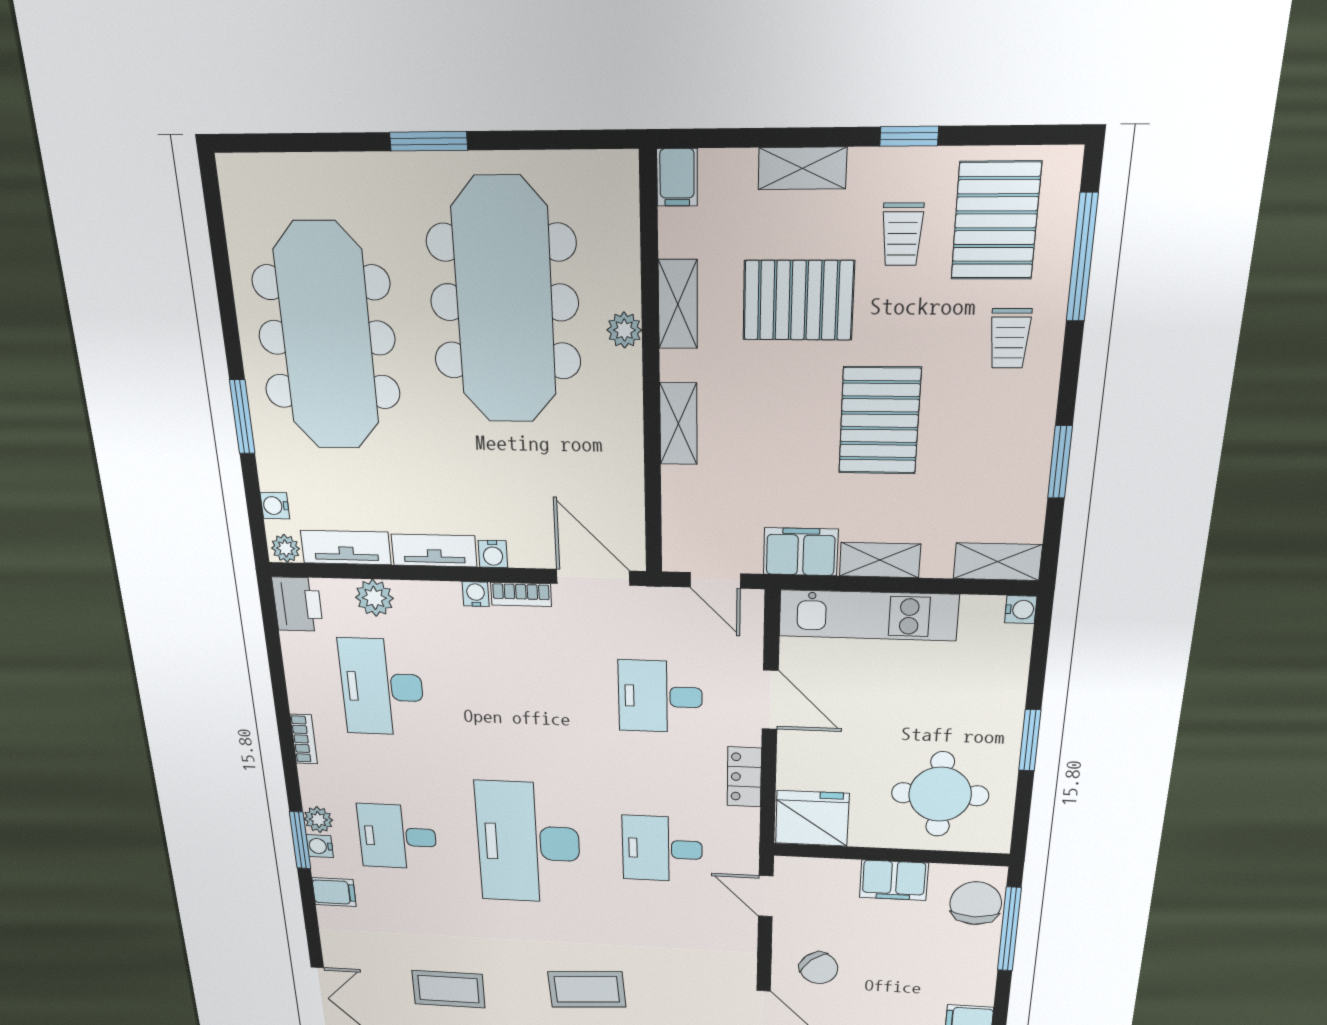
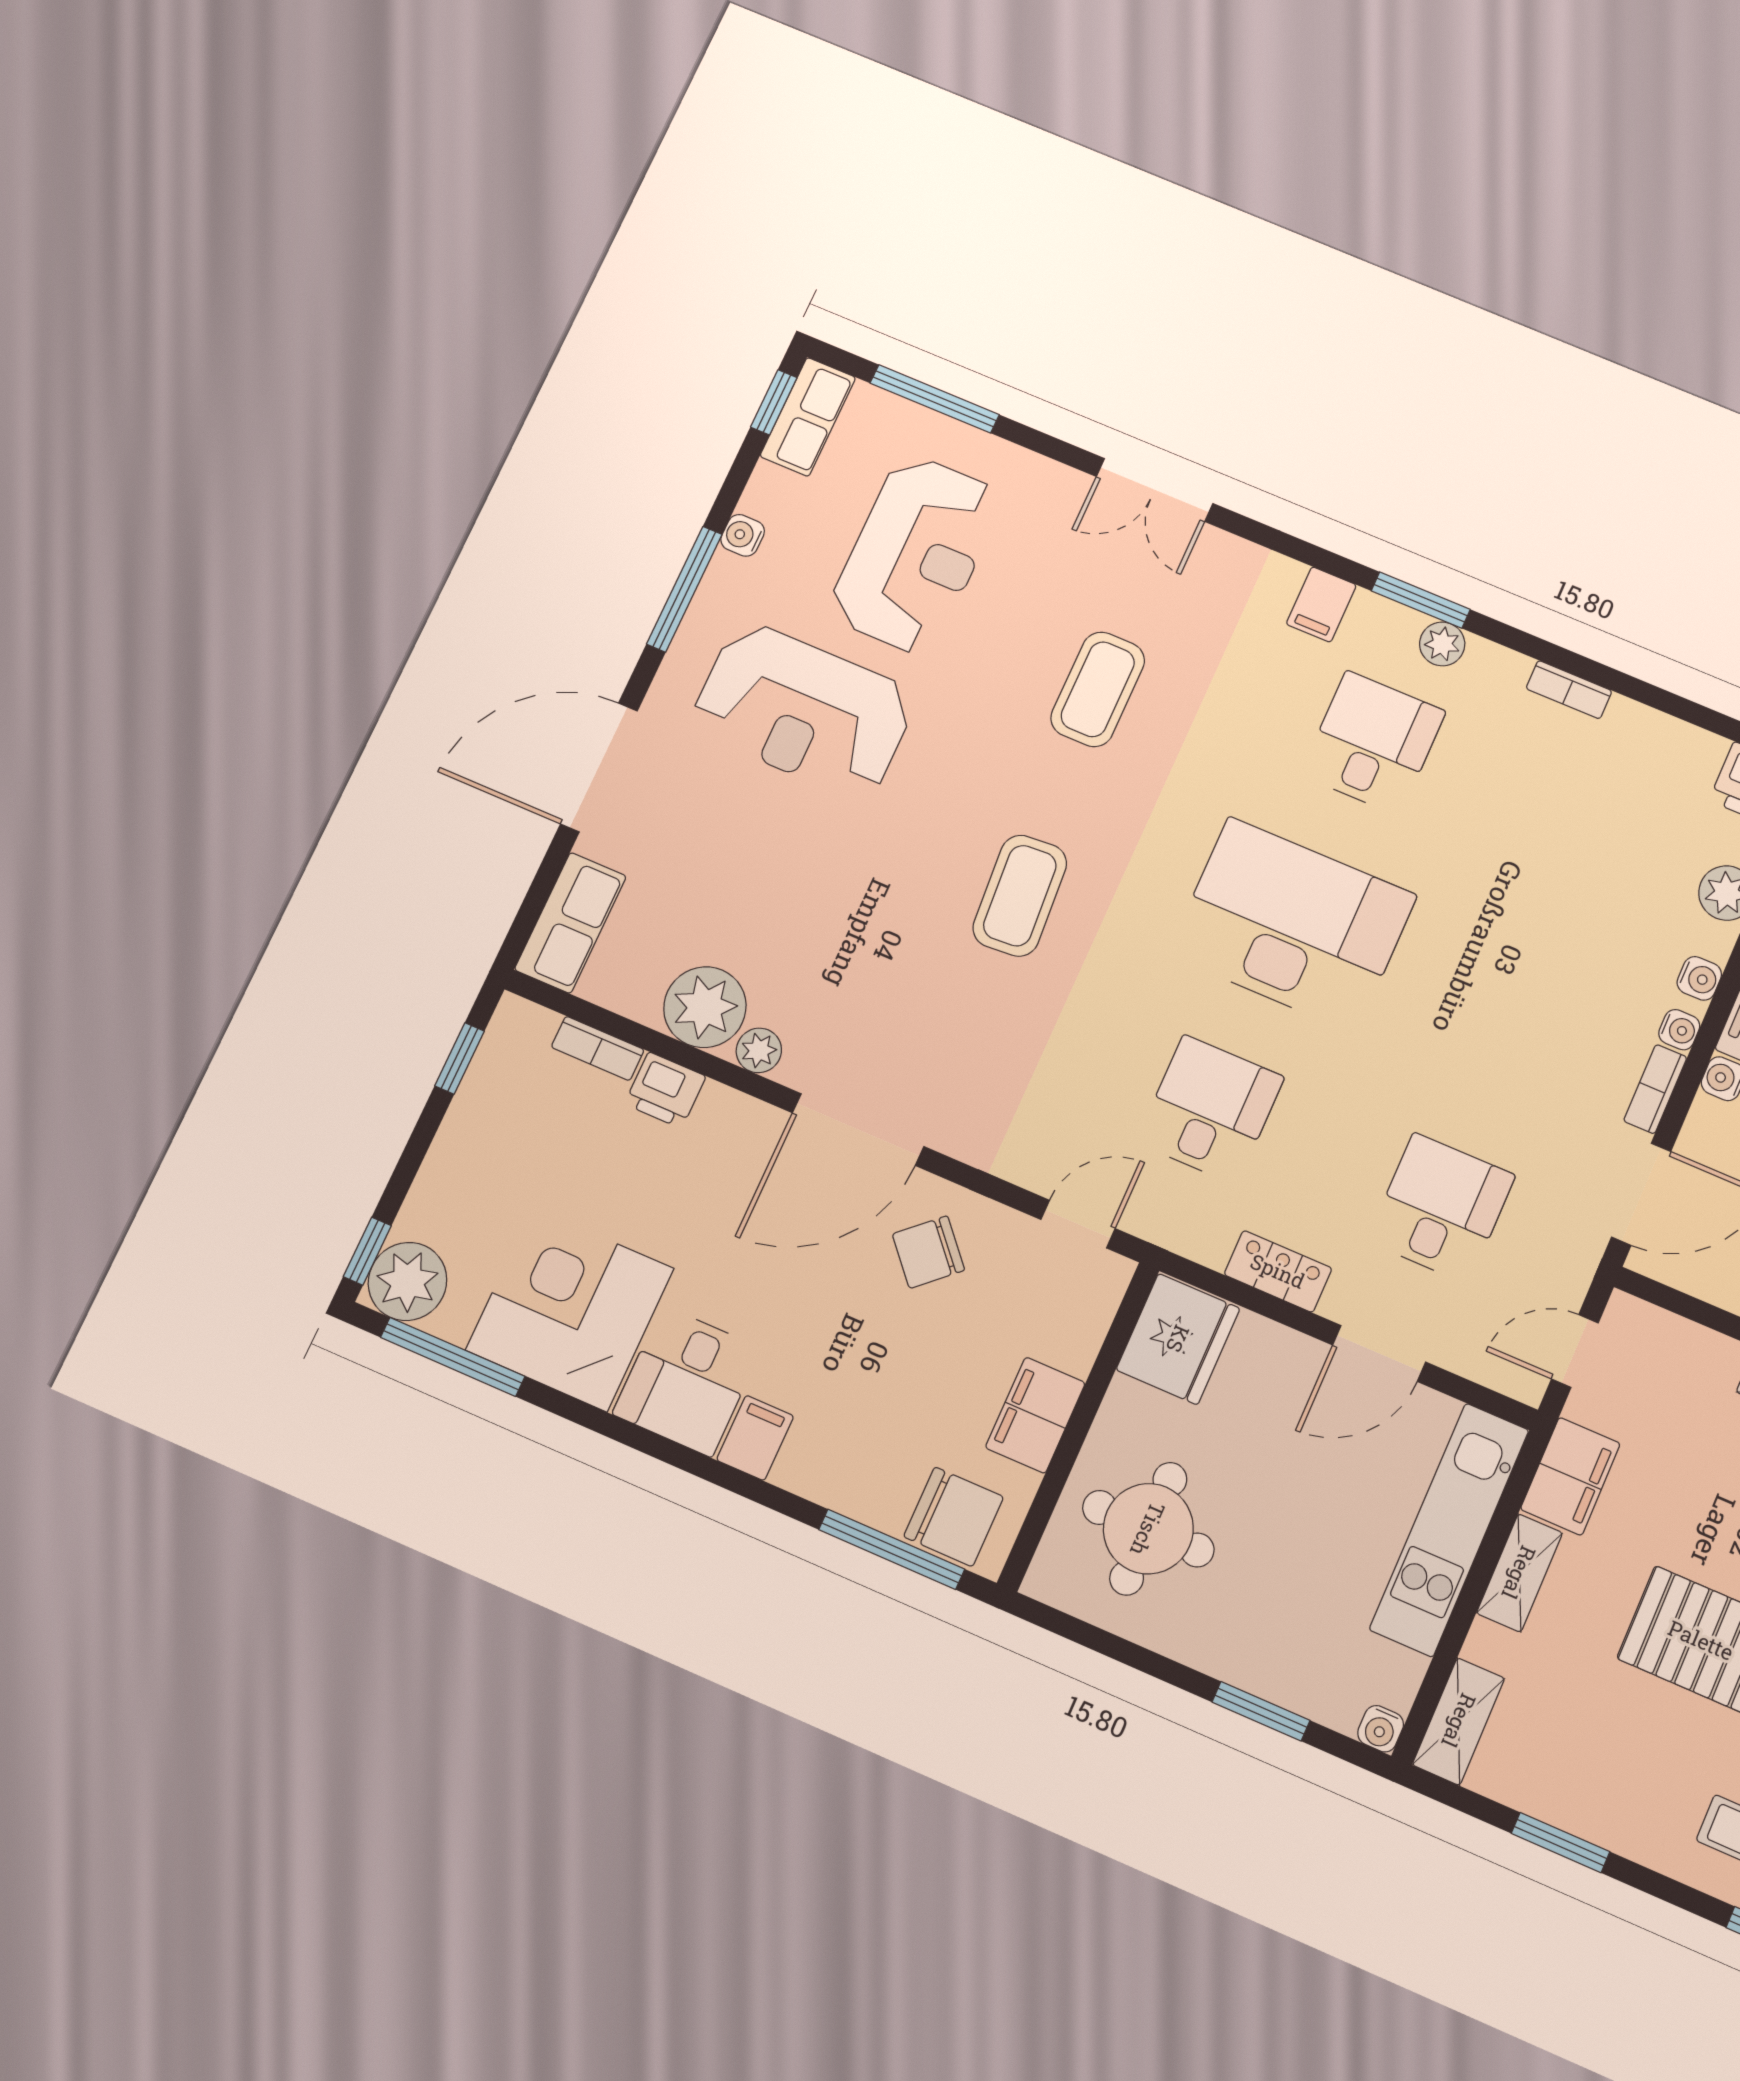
desk: (382, 687) -> (1601, 838), removed
window: (1030, 740) -> (1261, 1711), moved
water cooler: (320, 846) -> (1699, 978), moved, turned 90

